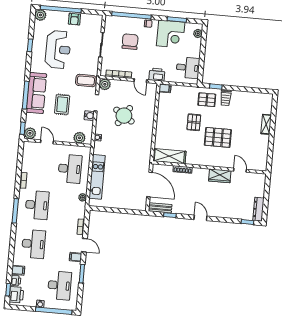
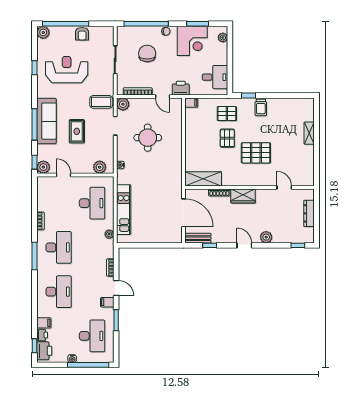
reception desk: (58, 50) -> (67, 70), turned -90
pallet: (207, 100) -> (227, 114), moved
water cooler: (89, 116) -> (109, 141), removed
round table: (124, 116) -> (148, 138), turned -33
wardrobe: (220, 176) -> (243, 196), moved
dresser: (258, 209) -> (309, 213), moved
plant: (220, 212) -> (266, 237), added

